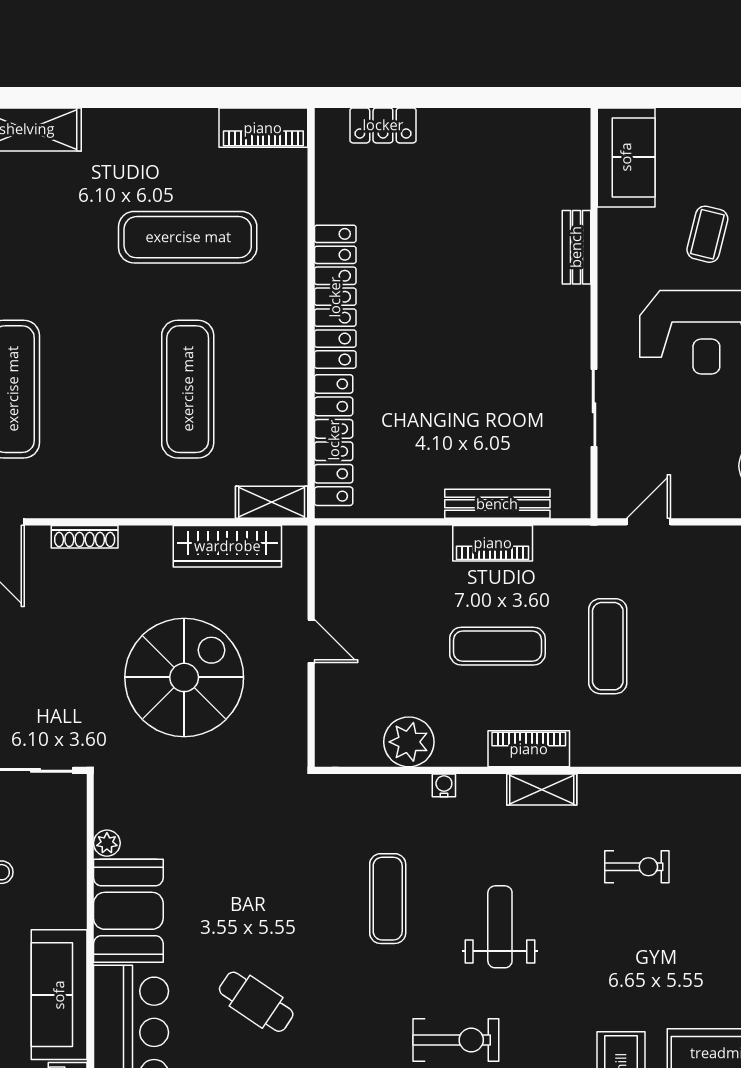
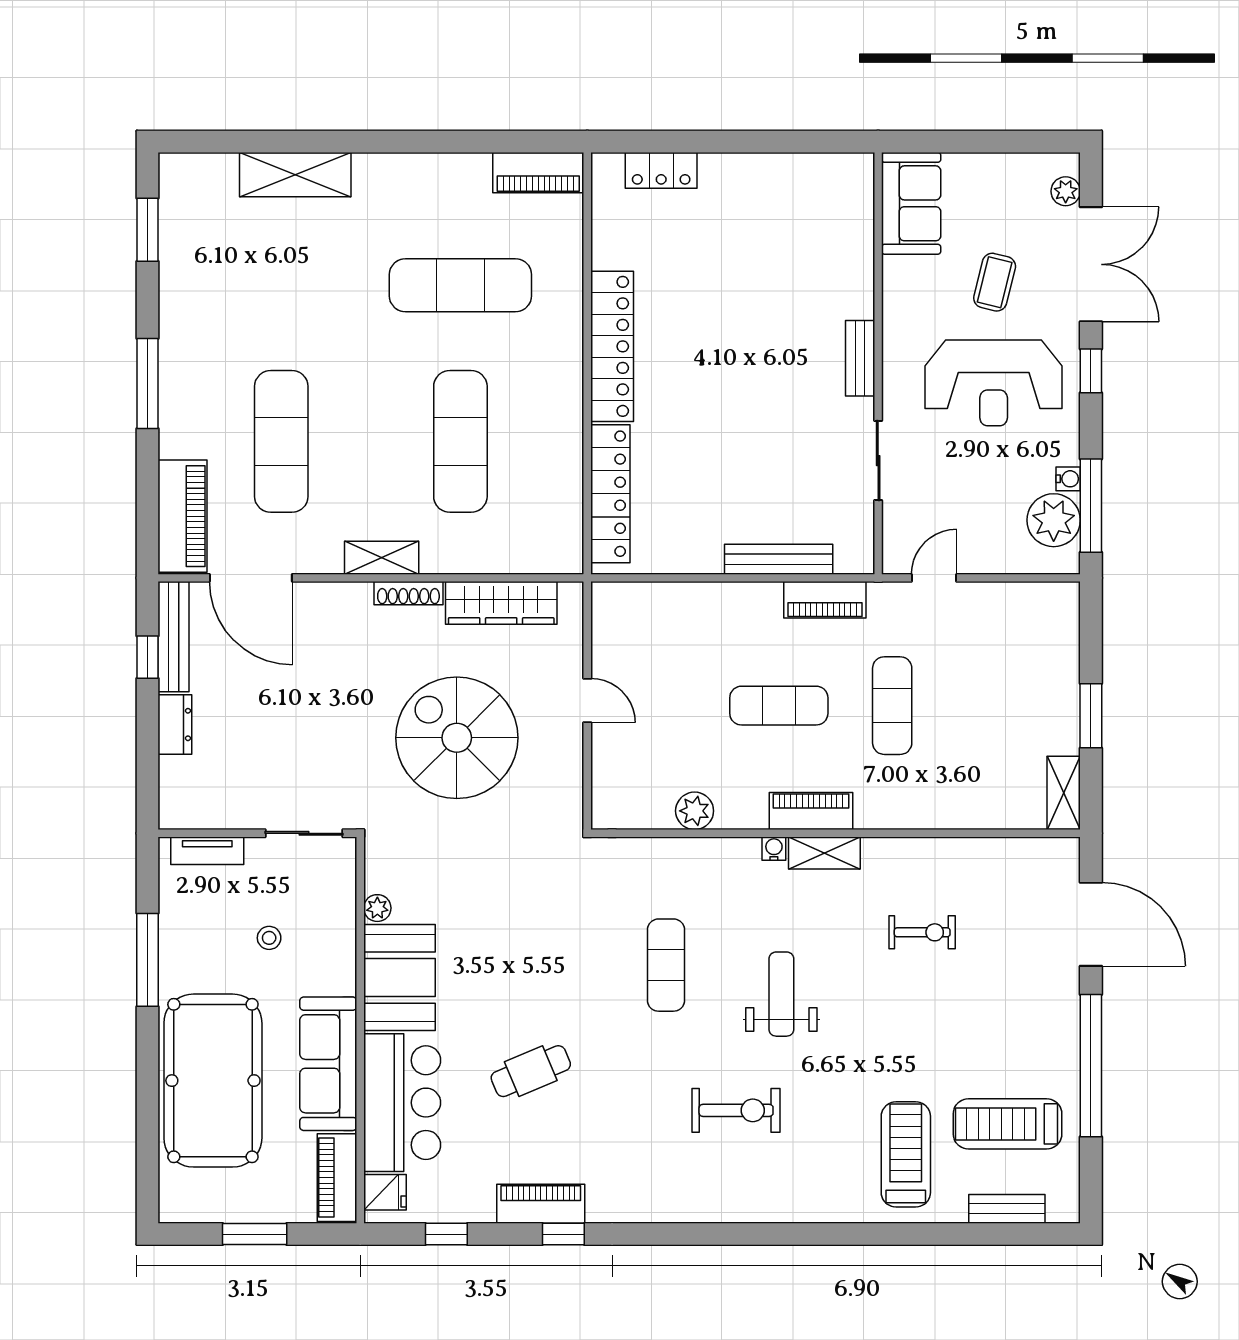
bench: (576, 247) -> (860, 358), moved
shelving: (272, 502) -> (382, 558), moved
shoe rack: (85, 537) -> (408, 593), moved
piano: (493, 543) -> (825, 600), moved
spiral stairs: (184, 677) -> (457, 738), turned -90
plant: (409, 742) -> (695, 811), width x0.73, depth x0.73
water cooler: (444, 785) -> (774, 849), moved
cafe table: (256, 1002) -> (531, 1071), turned -57

